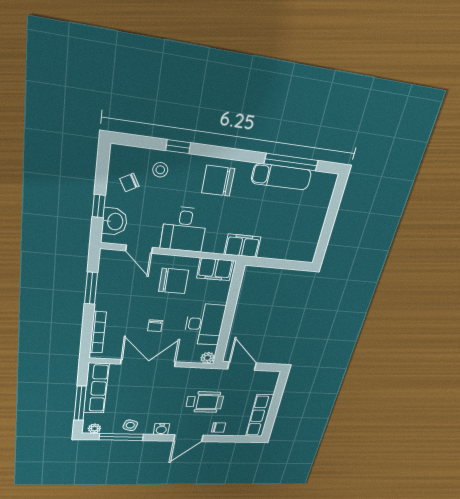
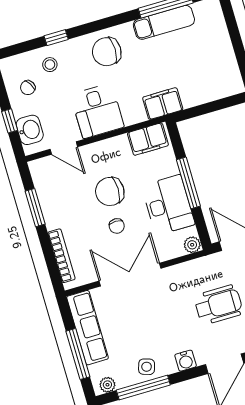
chair: (174, 281) -> (110, 191), moved, turned 180
window: (229, 314) -> (188, 183), added

